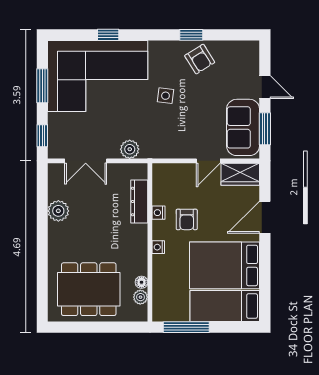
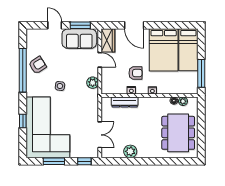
window: (191, 35) -> (23, 70), width x3.17
door: (265, 87) -> (55, 25), hinge flipped
plant: (130, 149) -> (93, 83), moved

